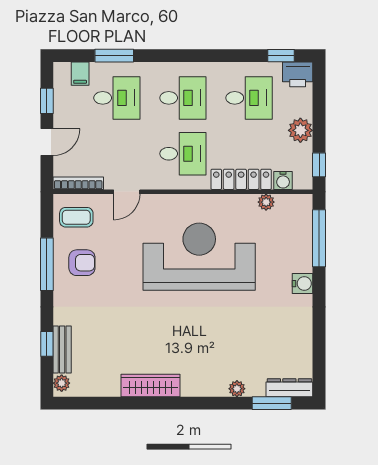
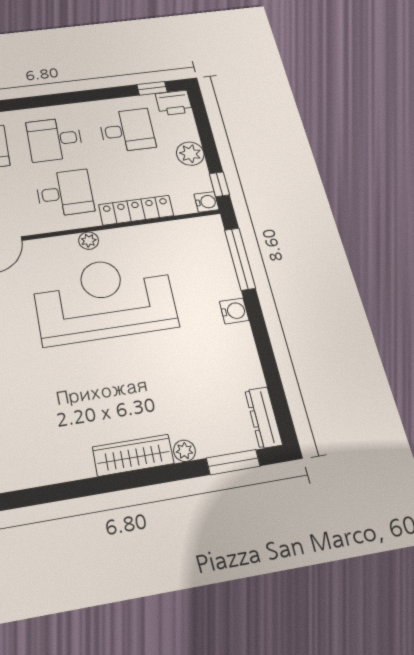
desk: (183, 98) -> (55, 139), turned 180
water cooler: (283, 180) -> (206, 202), moved, turned -90
plant: (266, 202) -> (89, 241), moved
wardrobe: (150, 386) -> (133, 455), moved
dresser: (289, 388) -> (264, 417), moved, turned -90

